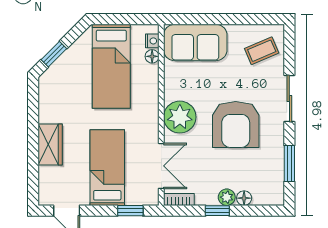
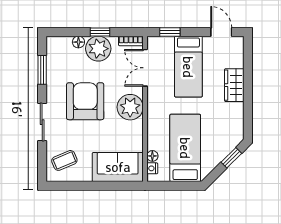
plant: (227, 197) -> (98, 49), width x1.88, depth x1.88

